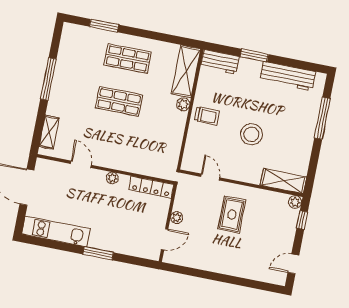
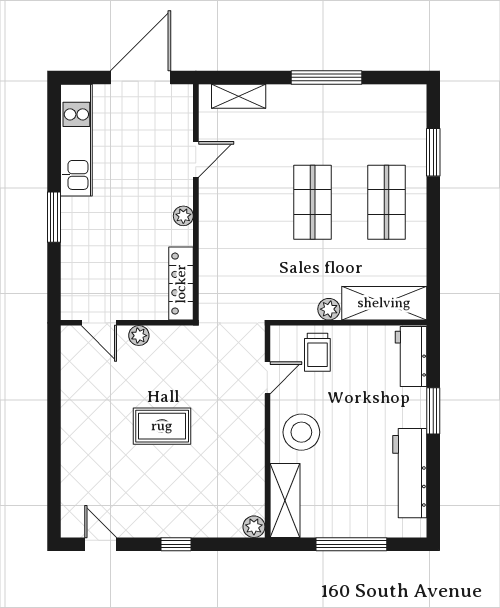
door: (210, 177) -> (267, 378), moved
shelving: (283, 181) -> (285, 501), moved
wall: (241, 183) -> (267, 432), moved
plant: (295, 202) -> (254, 527), moved

